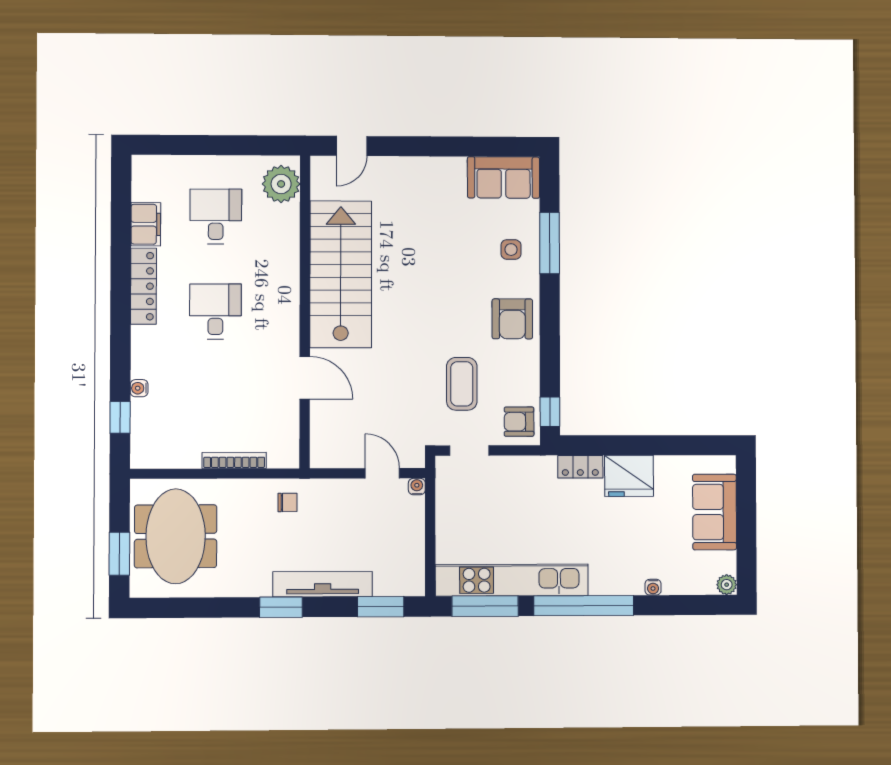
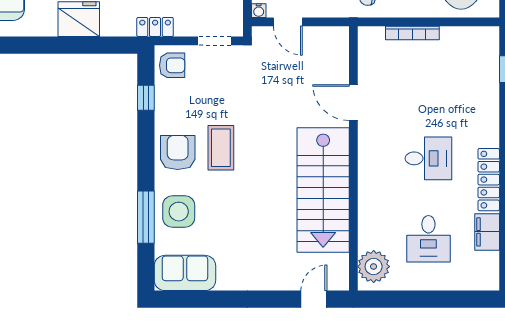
side table: (511, 250) -> (179, 212), width x1.87, depth x1.87
desk: (215, 311) -> (428, 158), turned -90
coffee table: (462, 384) -> (221, 148), moved
water cooler: (139, 388) -> (492, 94), removed
window: (550, 412) -> (146, 98), moved
locker: (580, 467) -> (155, 27), moved

